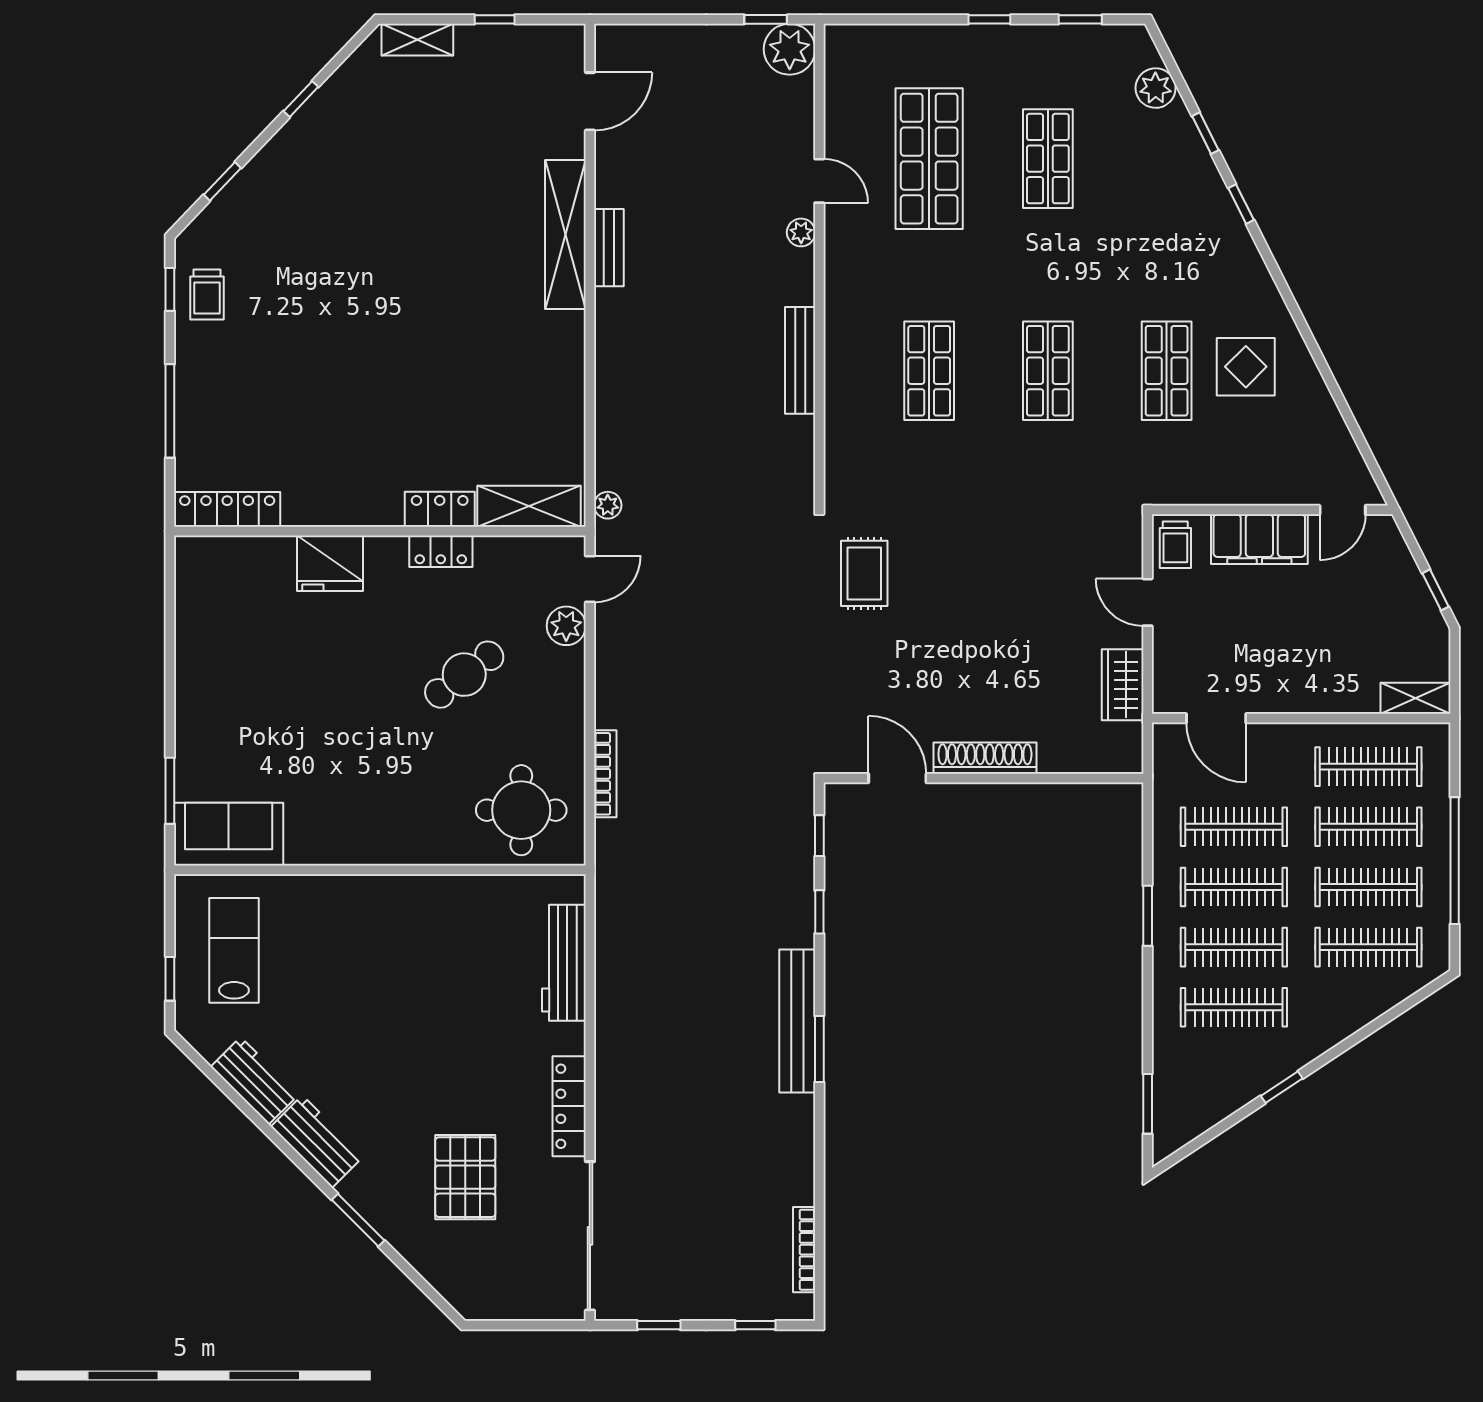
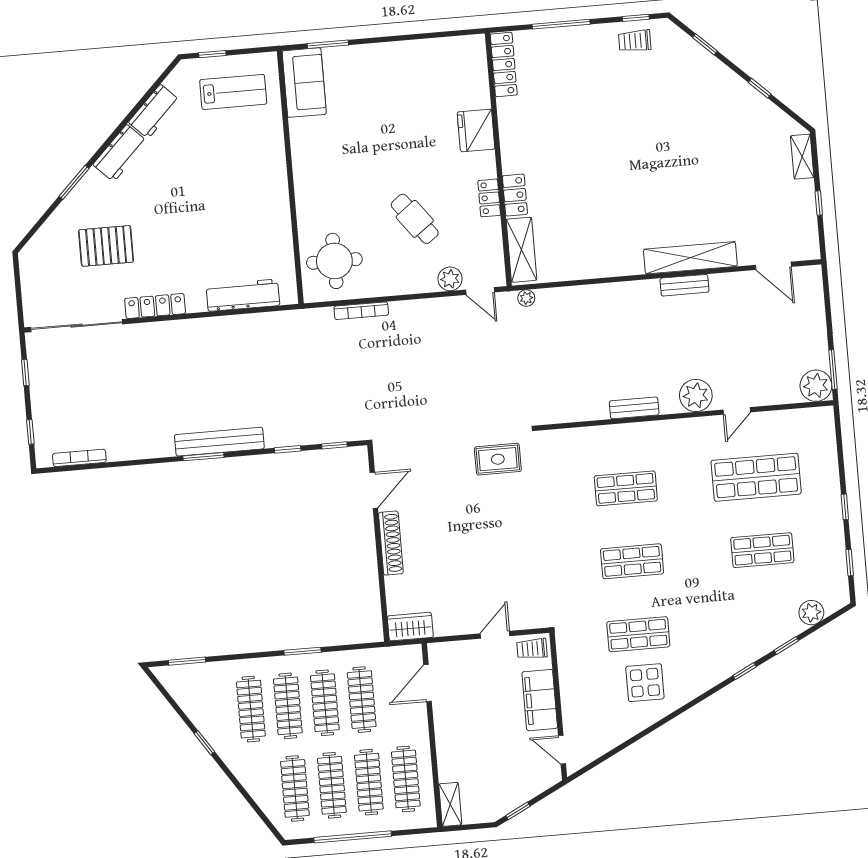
window: (766, 19) -> (833, 369), width x1.50
plant: (801, 232) -> (696, 396), width x1.88, depth x1.88
bench: (800, 360) -> (634, 408), width x0.73
wardrobe: (1123, 685) -> (410, 627), moved

